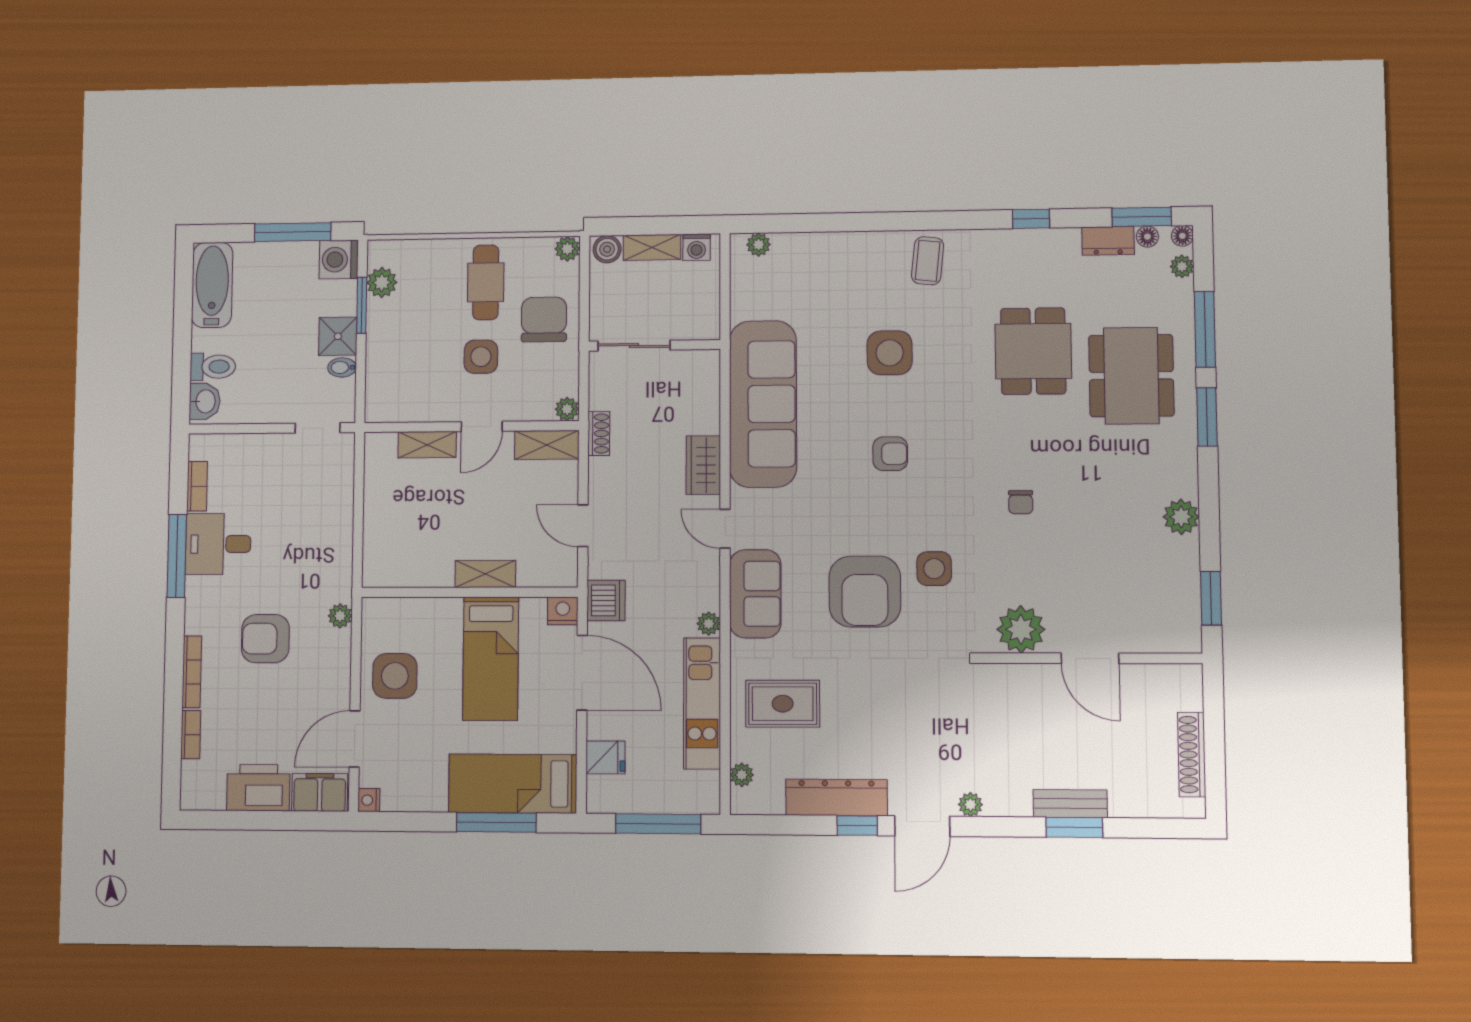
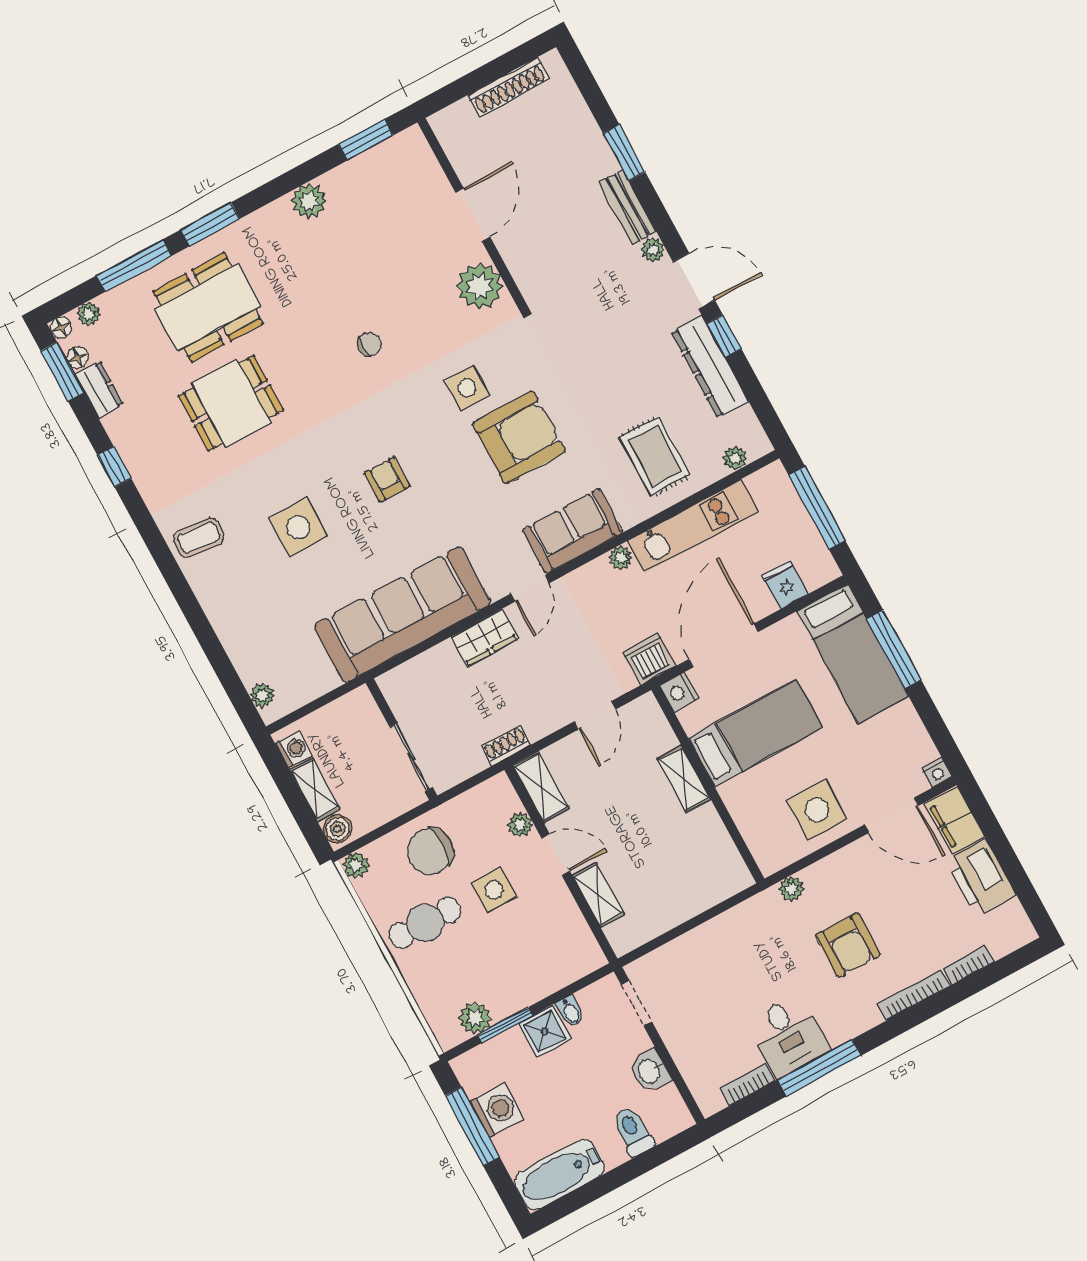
washing machine: (339, 260) -> (497, 1110), moved, turned -90
washbasin: (205, 401) -> (650, 1071), moved, turned -90
plant: (567, 409) -> (520, 825), moved
bench: (1070, 804) -> (628, 207), moved

